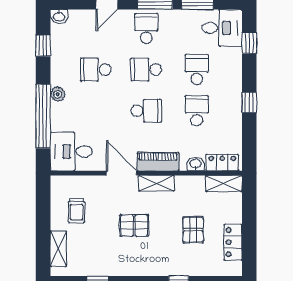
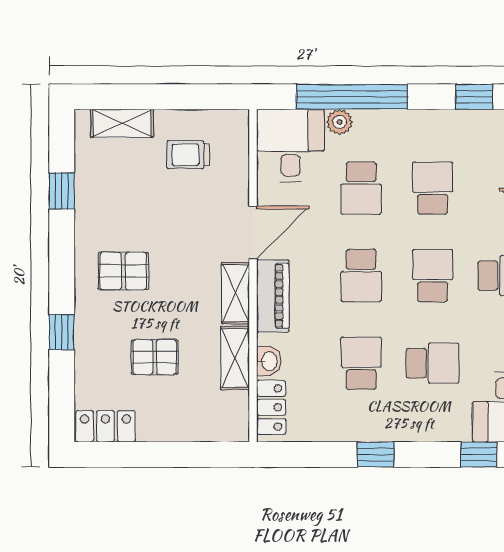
plant: (58, 94) -> (340, 122), moved
school desk: (96, 111) -> (361, 188), added
school desk: (197, 111) -> (361, 363), turned -90
shelving: (224, 183) -> (235, 358), moved
pallet: (134, 225) -> (123, 271), moved, turned 90
locker: (233, 242) -> (105, 426), moved

